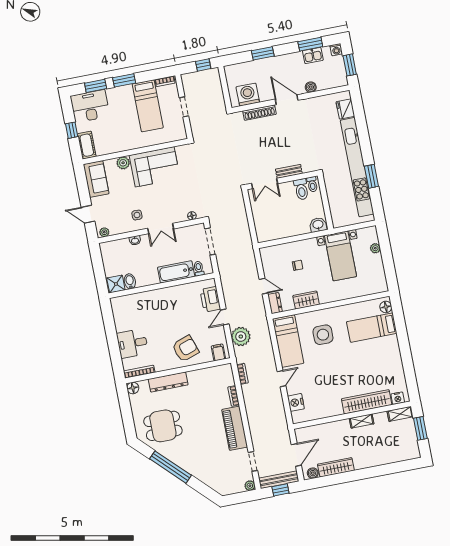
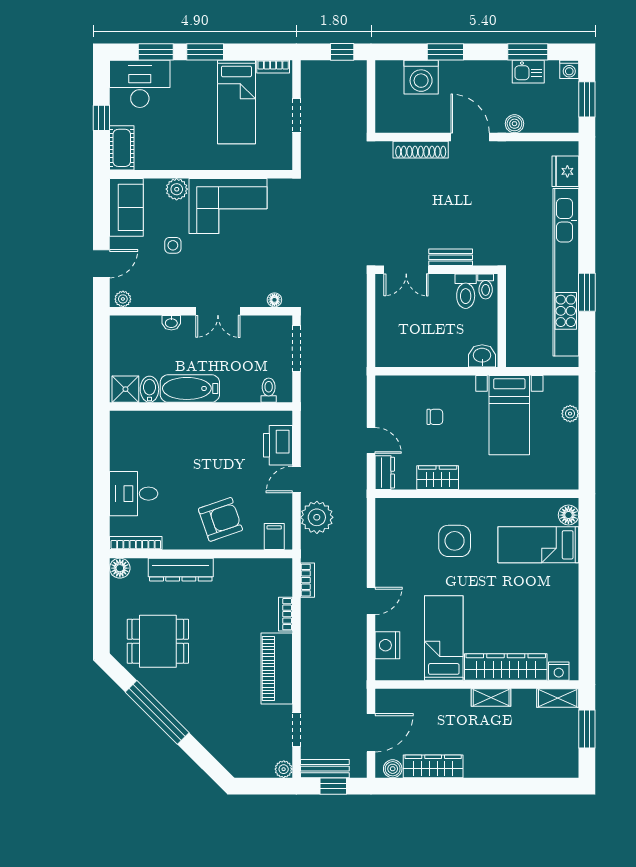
washing machine: (248, 95) -> (421, 77), moved, turned 180
door: (88, 214) -> (101, 264), swing flipped
side table: (137, 215) -> (173, 245), moved
bathtub: (176, 272) -> (190, 388), moved
bed: (288, 341) -> (444, 638), moved, turned 180
bench: (279, 480) -> (325, 769), width x0.73

